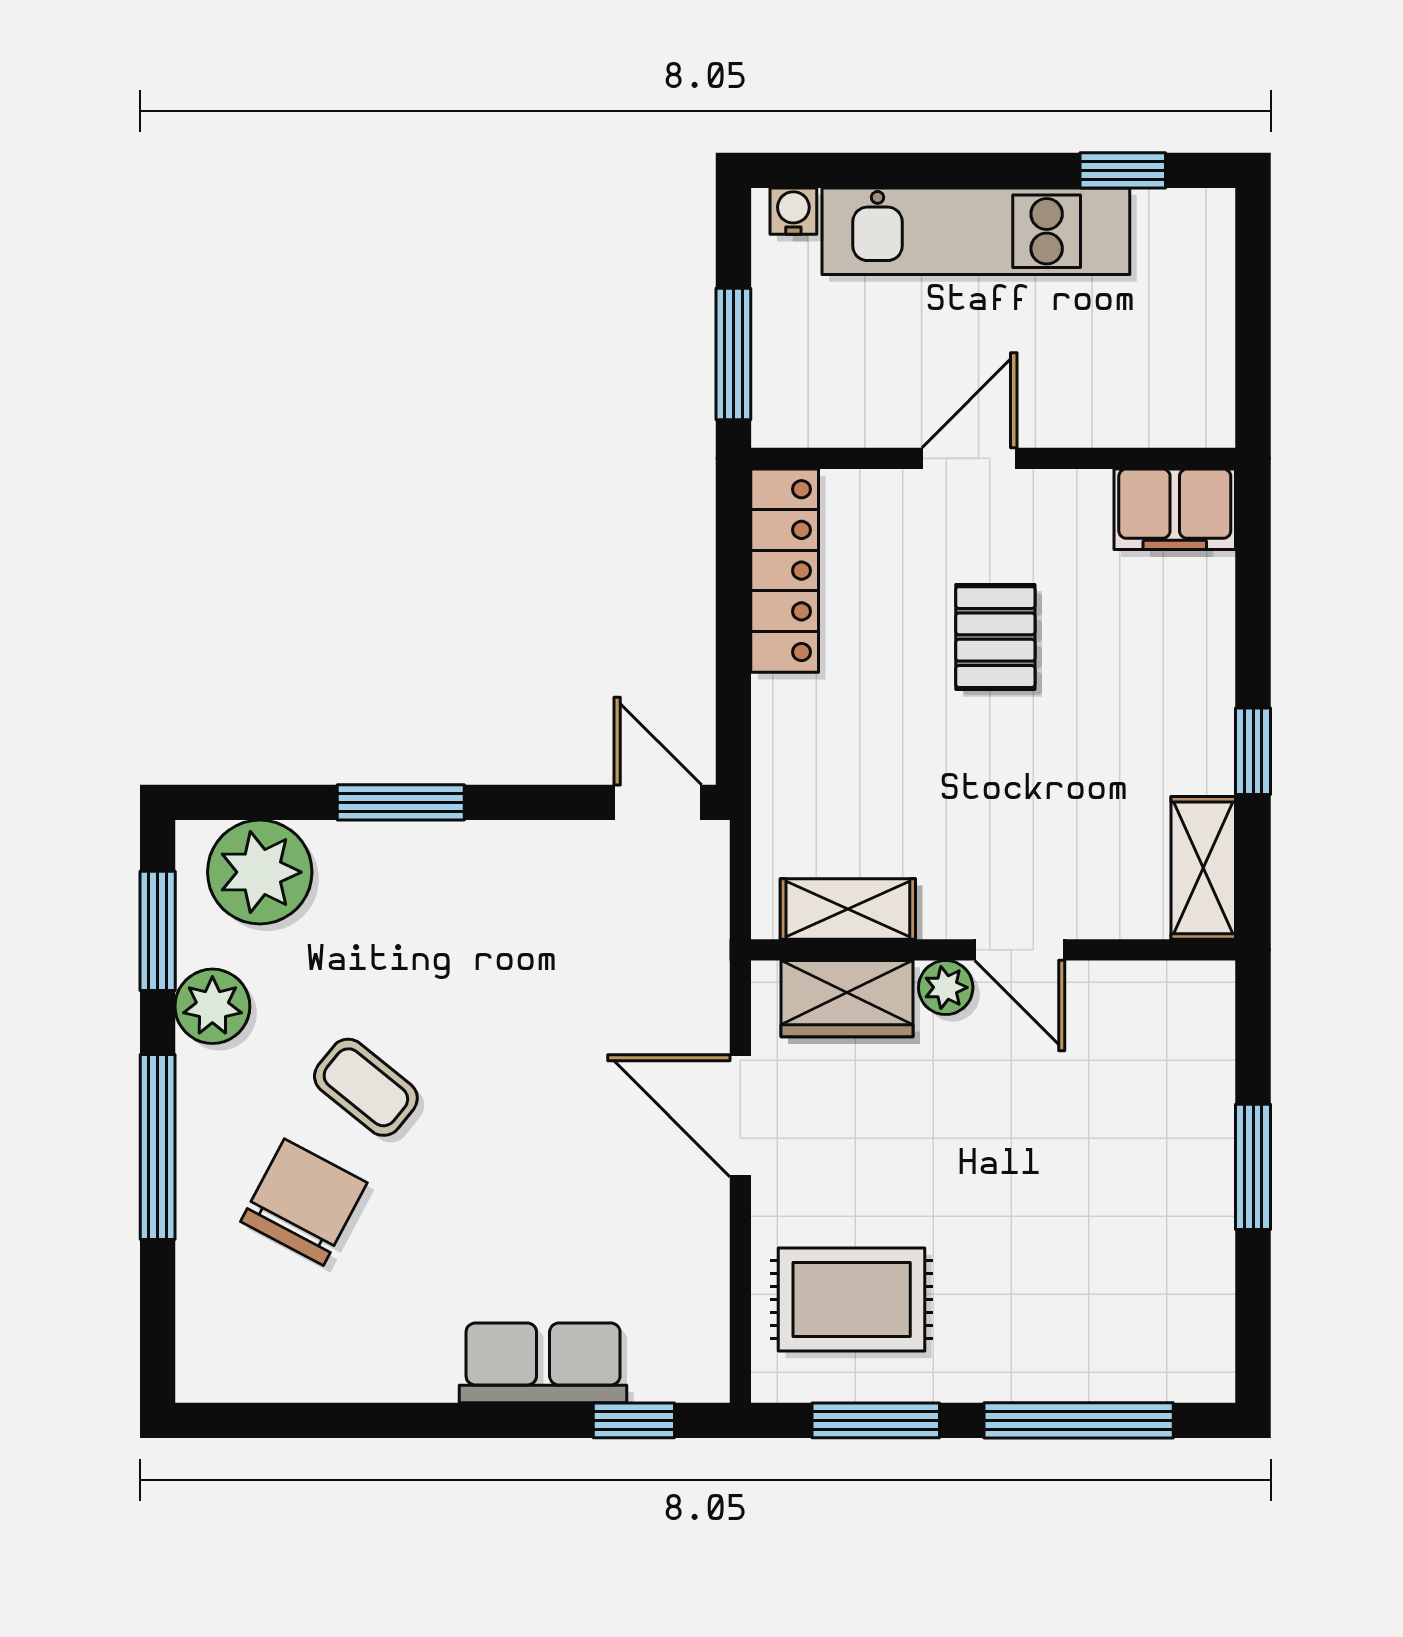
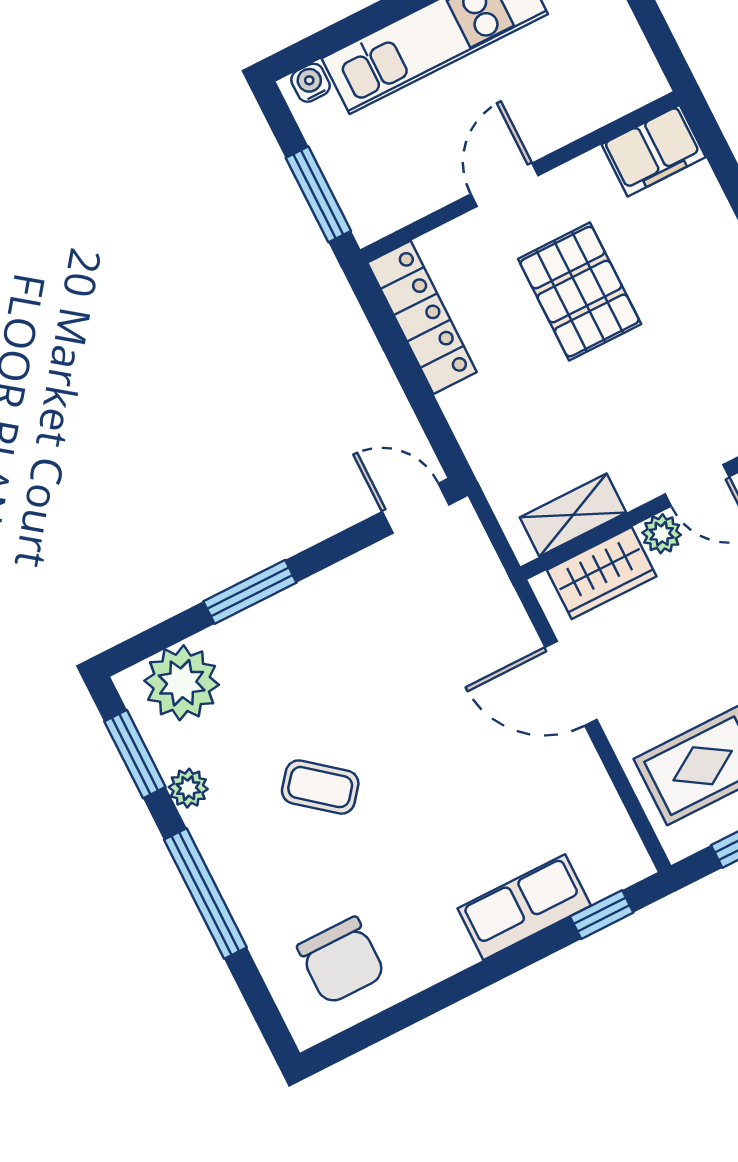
pallet: (995, 637) -> (580, 292), width x1.50, depth x1.42
plant: (212, 1006) -> (188, 788), width x0.73, depth x0.73
chair: (304, 1202) -> (341, 961), moved, turned 152

